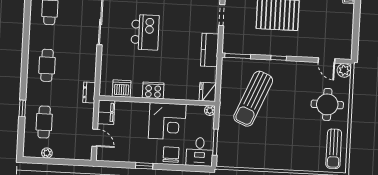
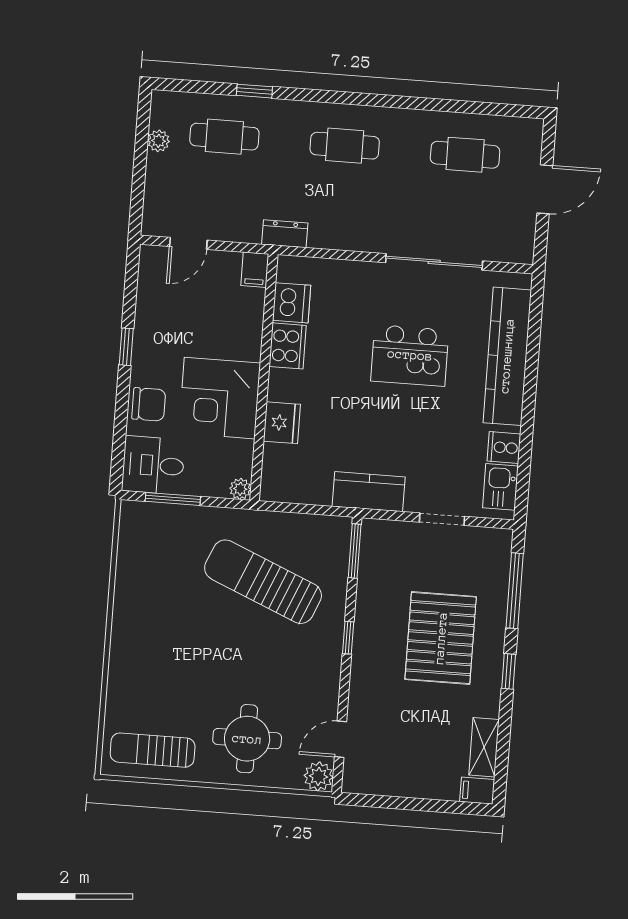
cooker: (153, 90) -> (288, 346), moved
fridge: (208, 92) -> (282, 423), moved, turned 90
filing cabinet: (106, 112) -> (255, 270), width x0.50

